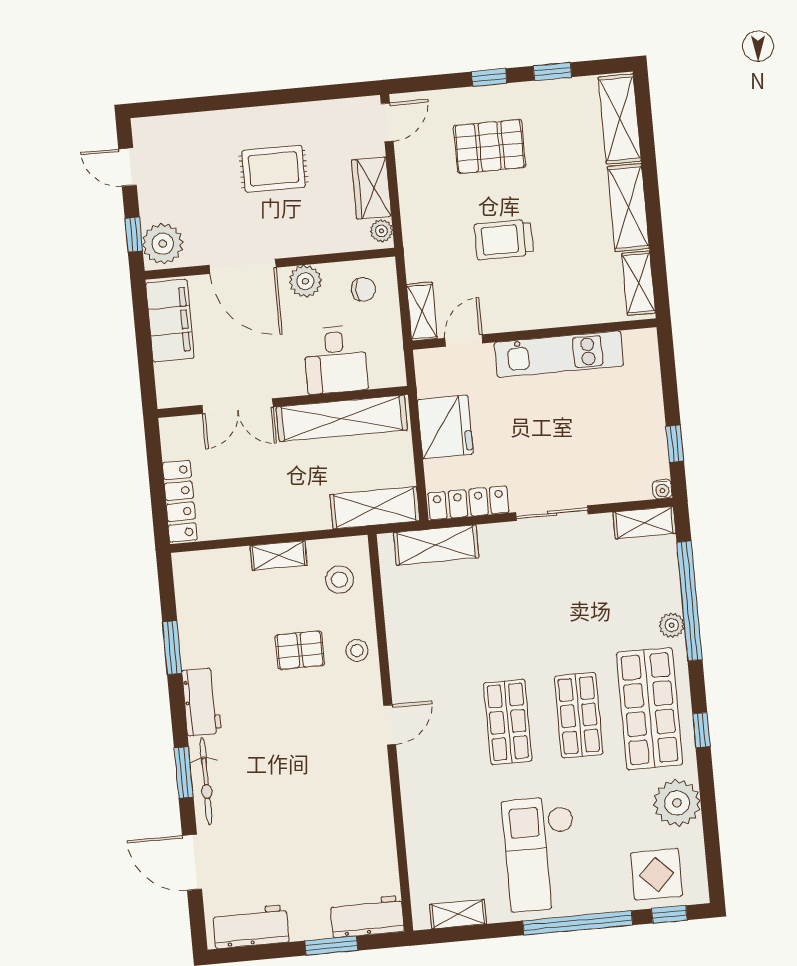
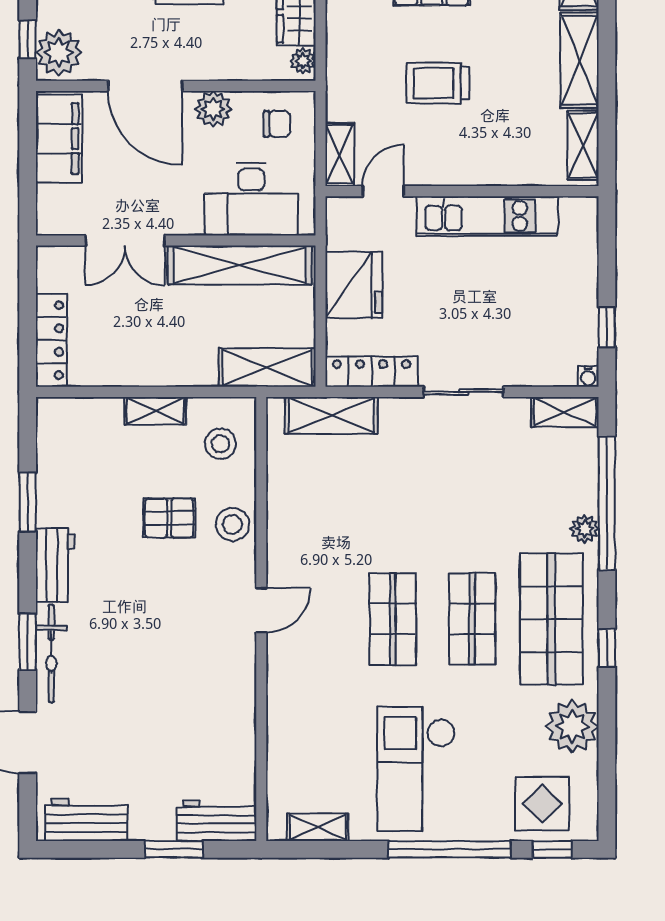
desk: (336, 360) -> (251, 199), width x1.37
stool: (357, 651) -> (233, 524), width x1.37, depth x1.37

